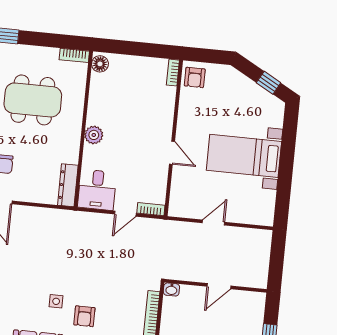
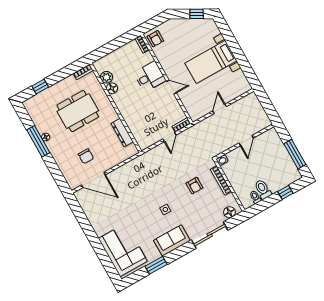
floor lamp: (100, 64) -> (112, 88), moved
plant: (94, 135) -> (106, 77), moved
dresser: (68, 185) -> (122, 133), moved
desk: (97, 190) -> (150, 77), moved, turned -90
armchair: (84, 316) -> (194, 186), moved

